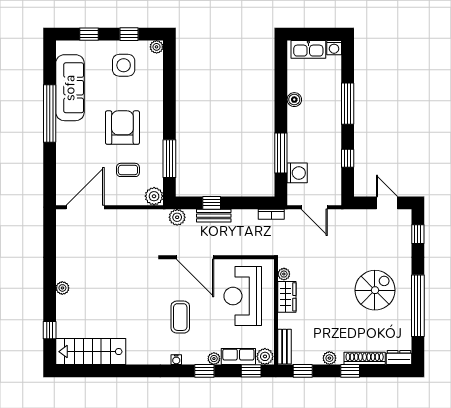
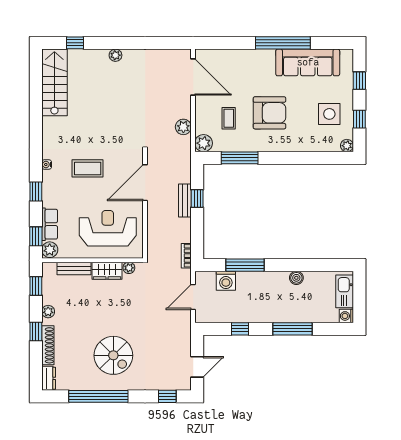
plant: (177, 217) -> (183, 127), moved
bench: (285, 347) -> (74, 268), moved
plant: (214, 359) -> (48, 201), removed

